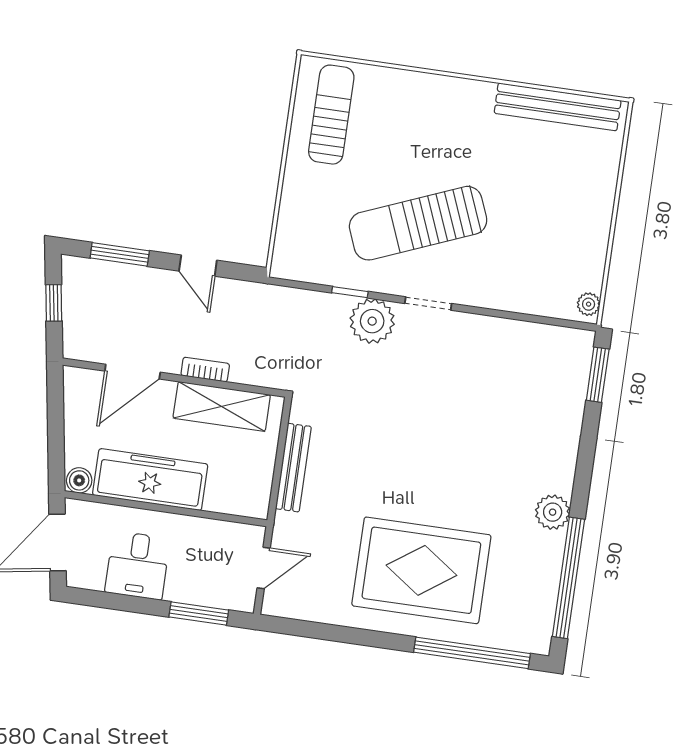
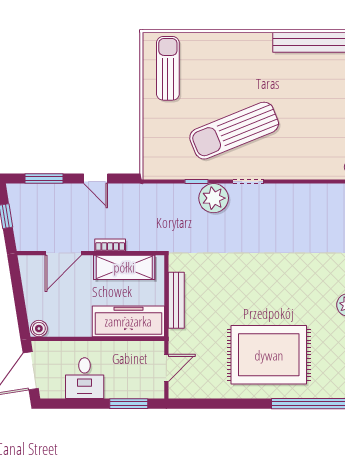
freezer: (150, 480) -> (128, 321), moved

